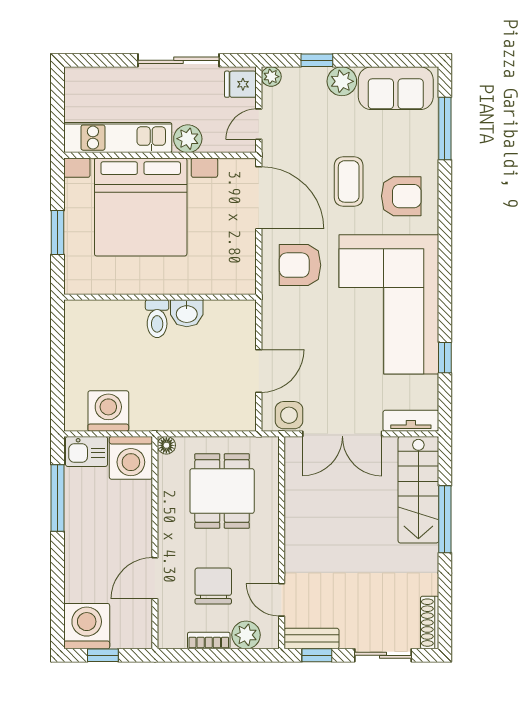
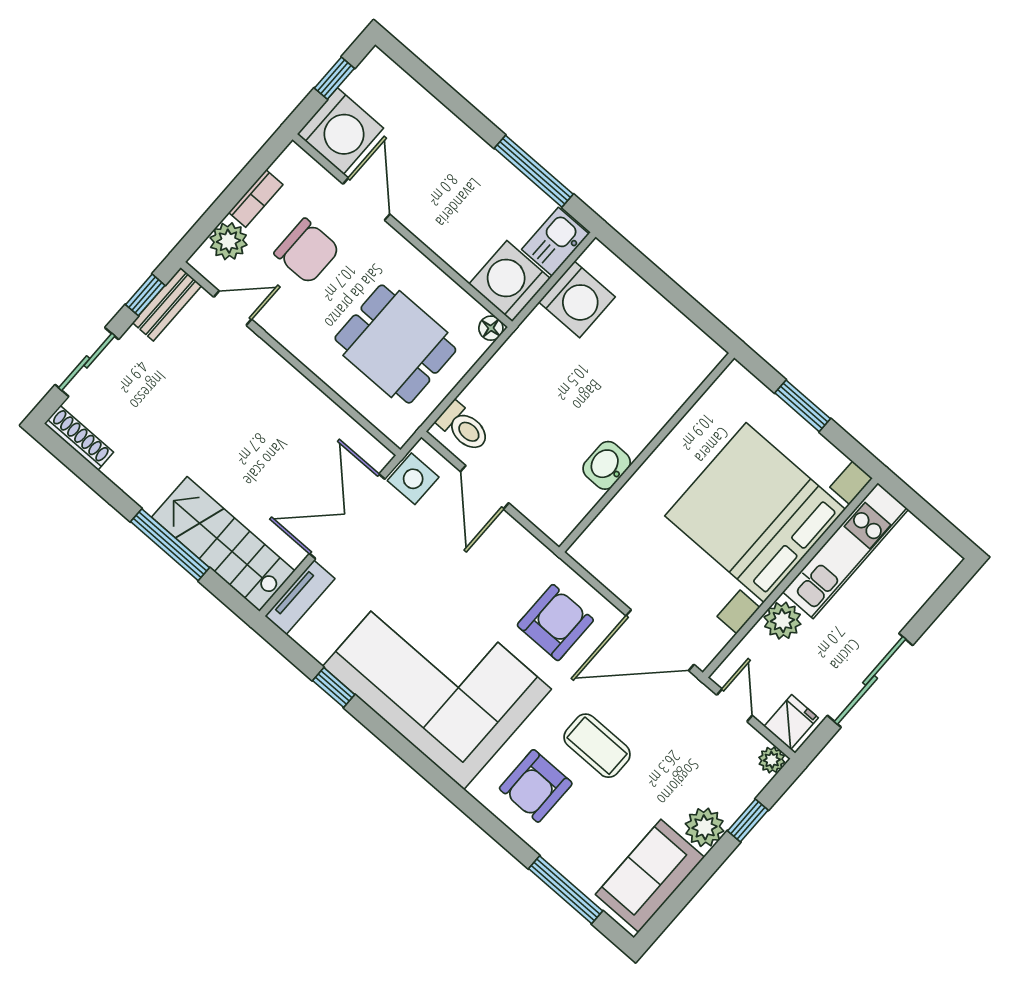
toilet: (157, 319) -> (464, 427), moved, turned 180
washing machine: (87, 626) -> (340, 131), moved

